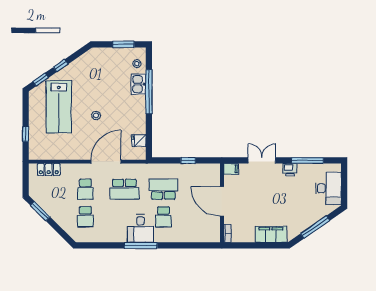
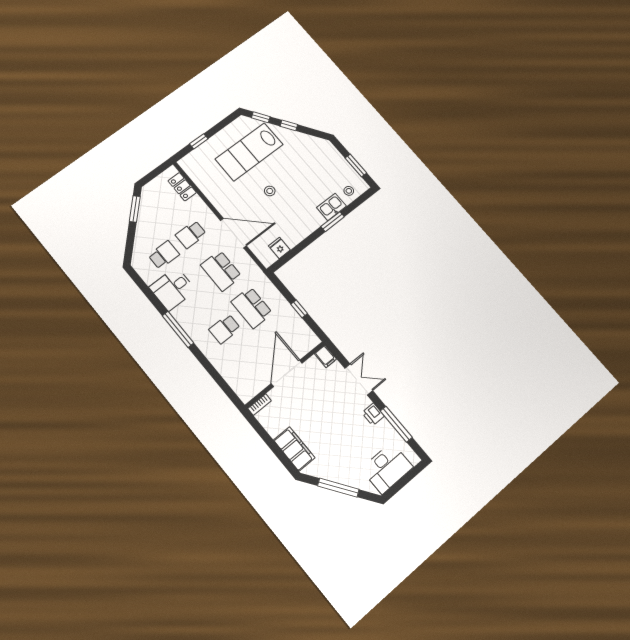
window: (149, 92) -> (333, 222), width x0.47
school desk: (163, 189) -> (252, 307), turned 180
school desk: (85, 217) -> (164, 255), turned 180
desk: (140, 228) -> (173, 289), moved

